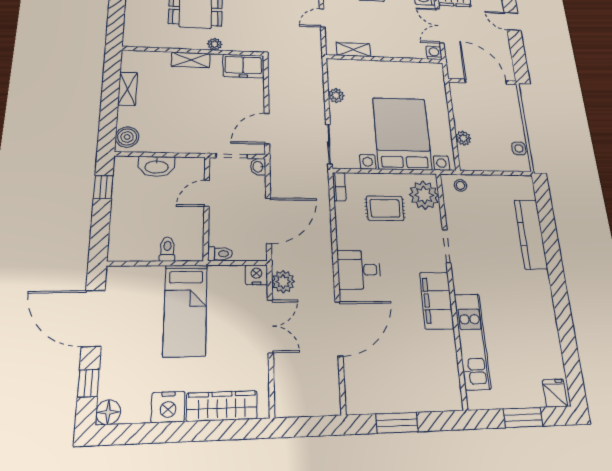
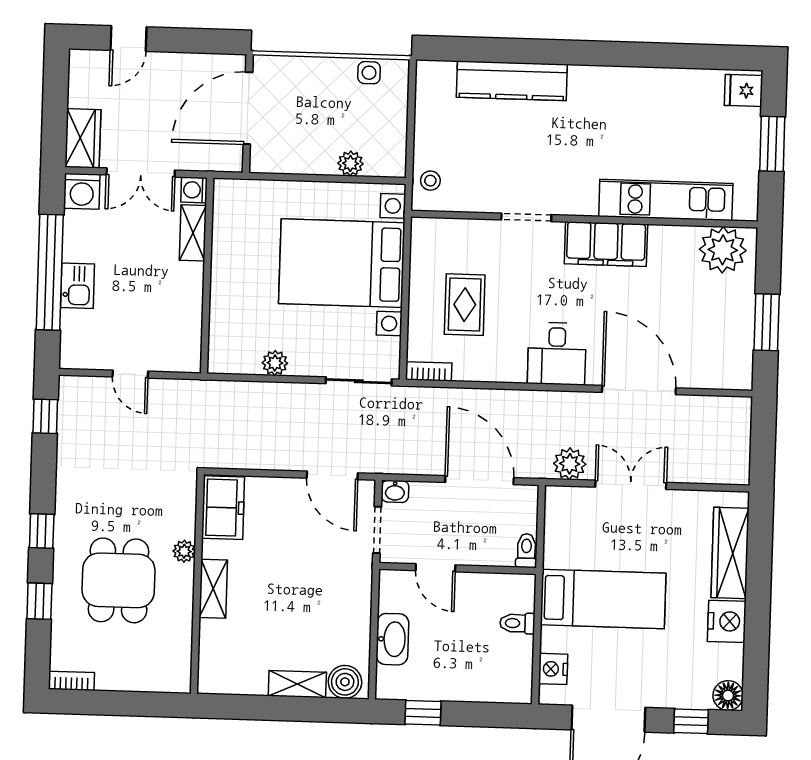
shelving: (353, 49) -> (193, 233), moved
shelving: (128, 89) -> (297, 684), moved
plant: (424, 195) -> (723, 250), moved
nightstand: (256, 275) -> (553, 669), moved

